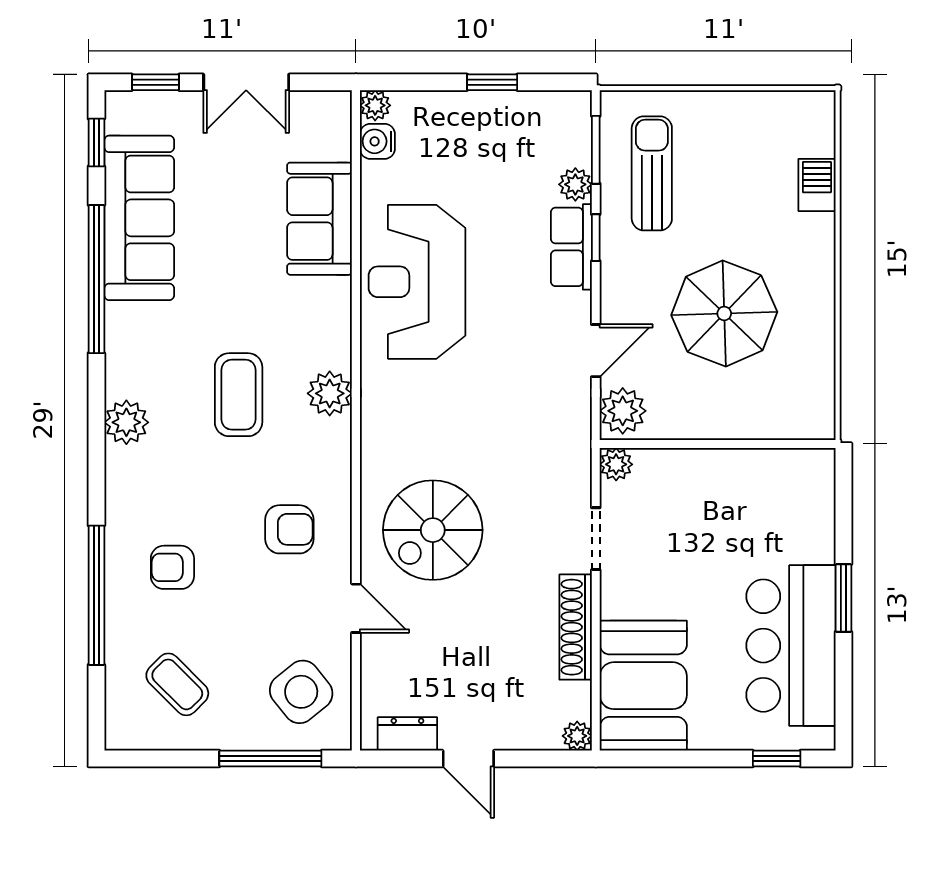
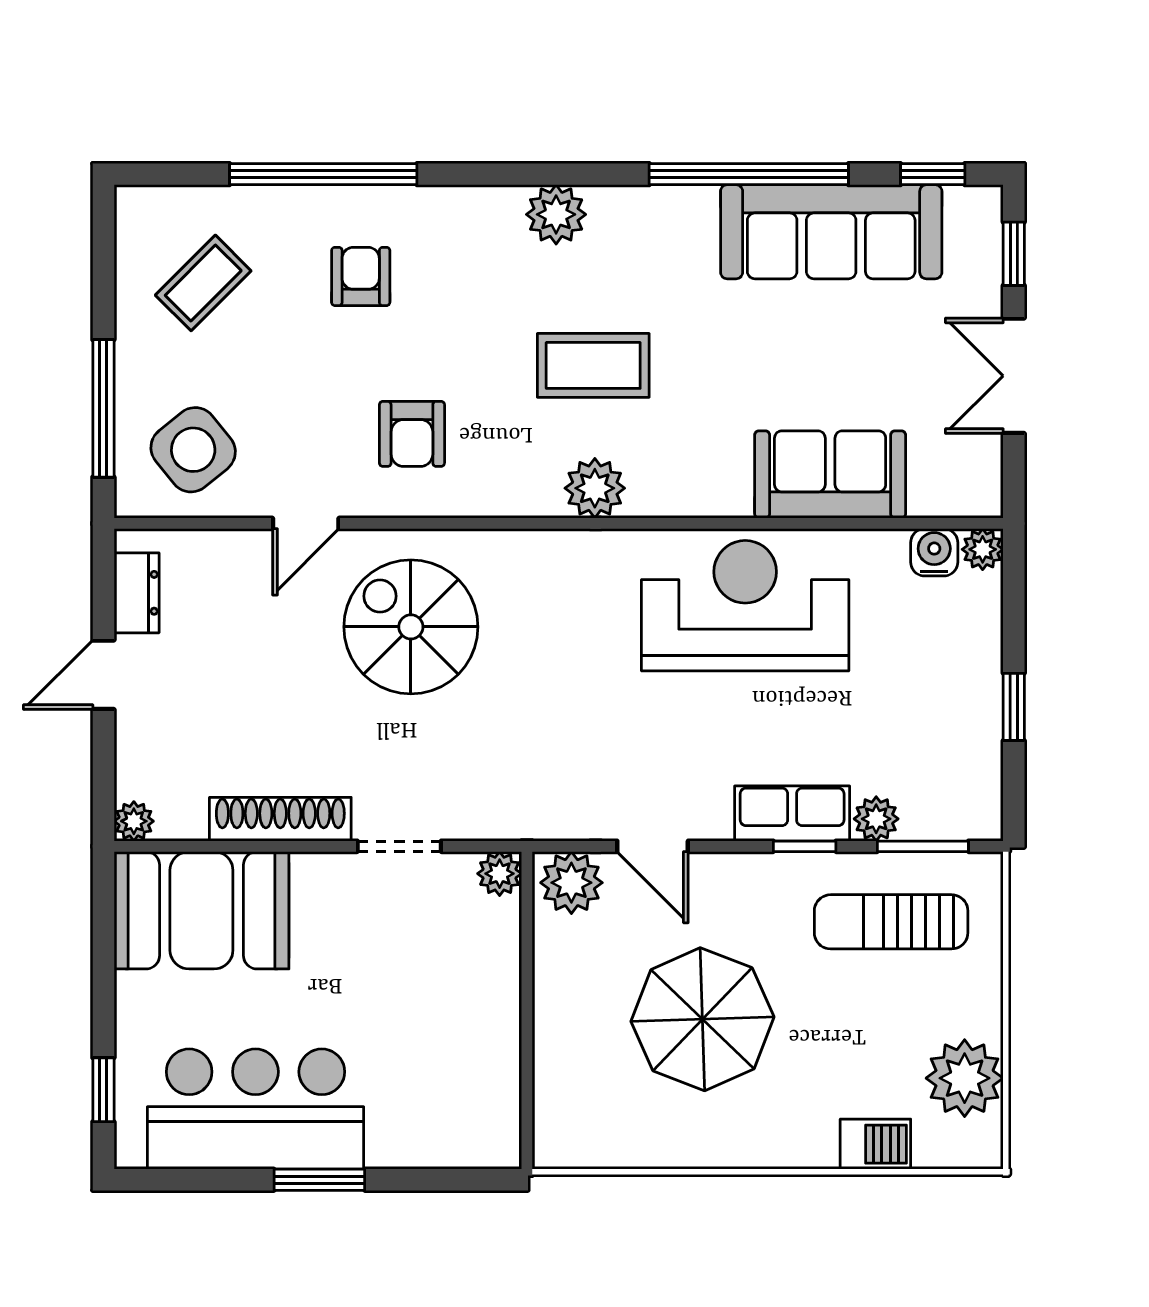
plant: (768, 119) -> (965, 1078), added
sun lounger: (652, 173) -> (891, 922), turned 180

